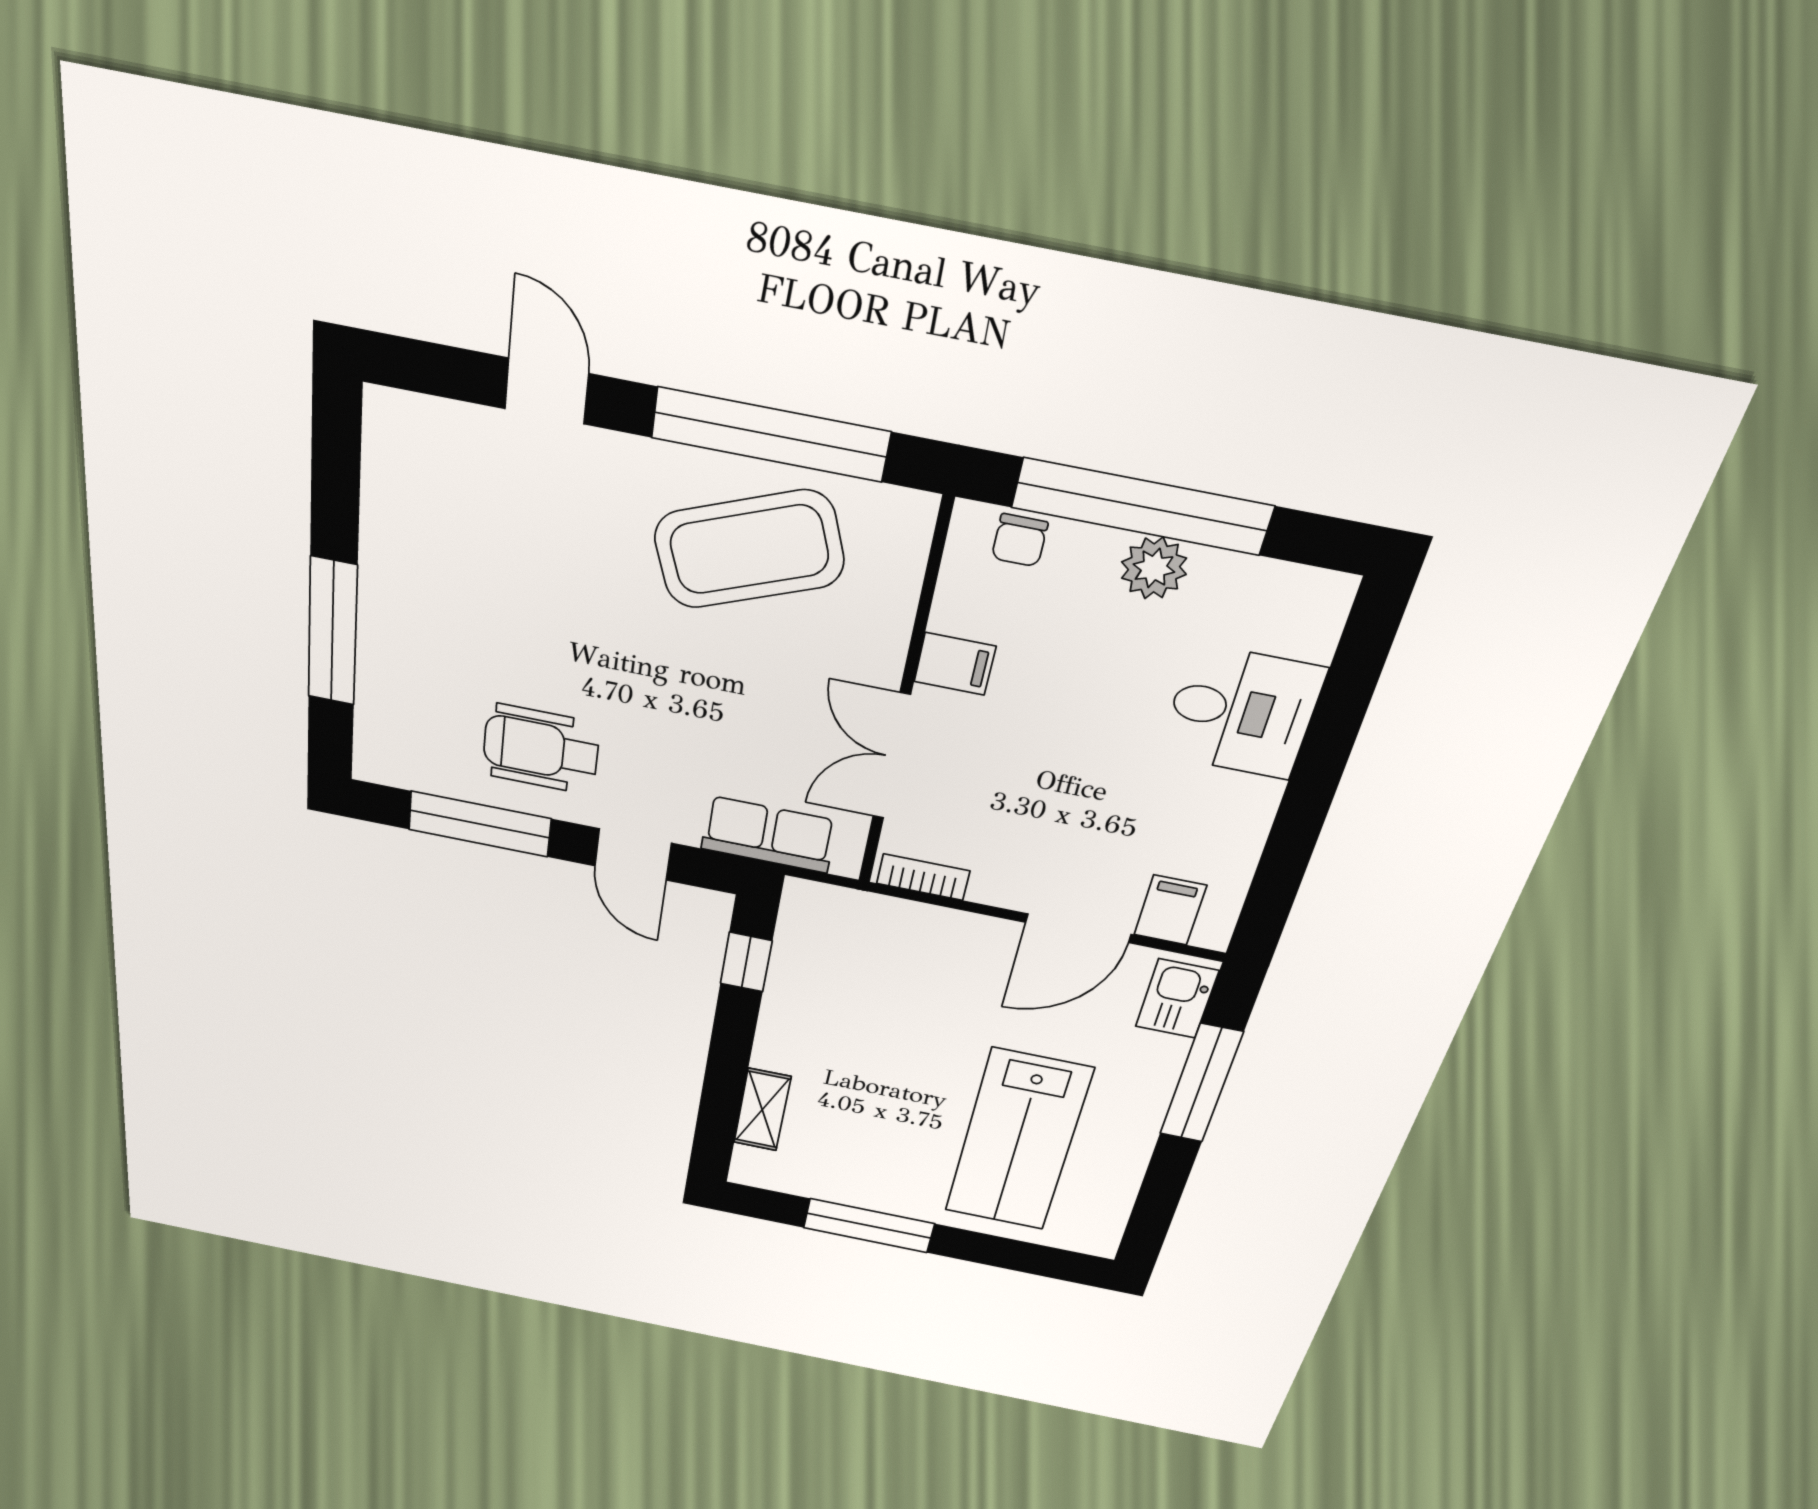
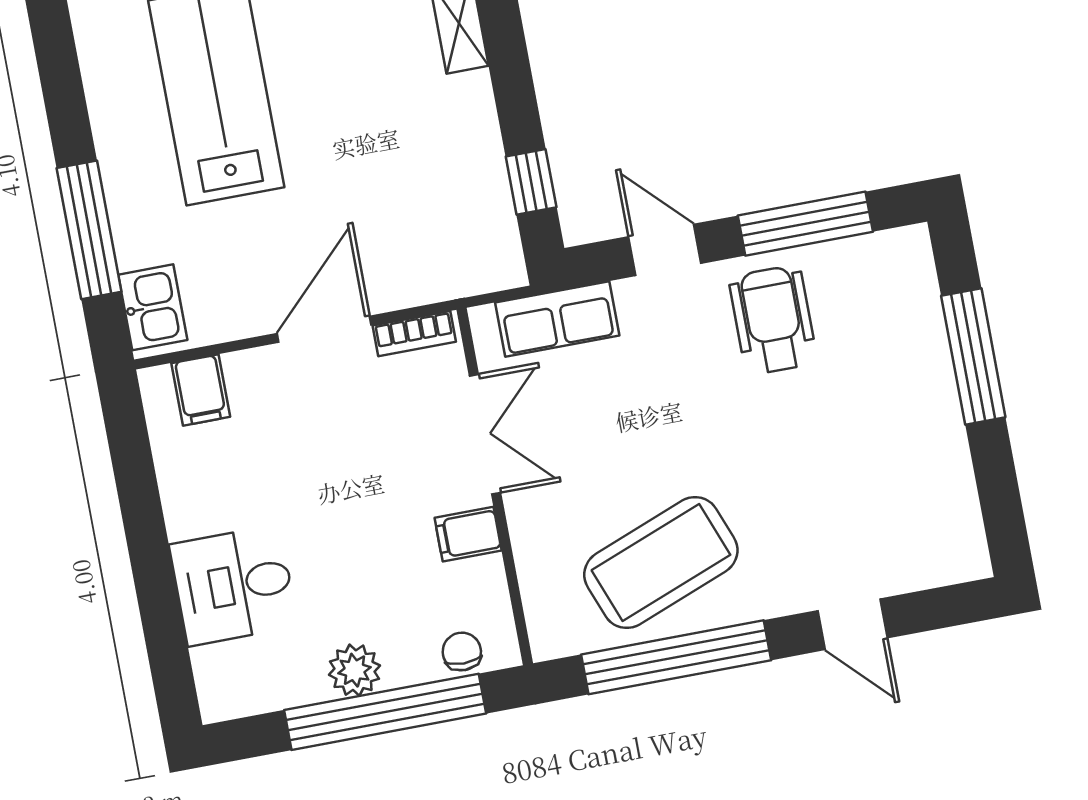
wheelchair: (541, 749) -> (773, 320), turned -90
door: (1078, 928) -> (324, 329), moved

